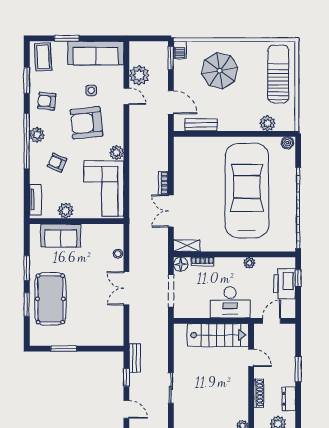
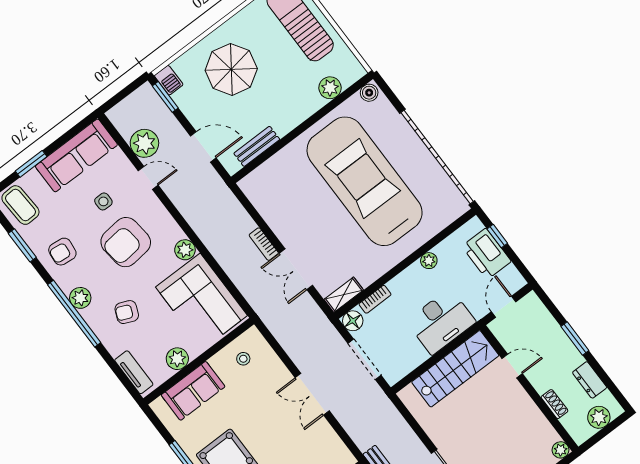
stool: (118, 254) -> (243, 359), moved
shoe rack: (259, 393) -> (555, 404), width x0.70

